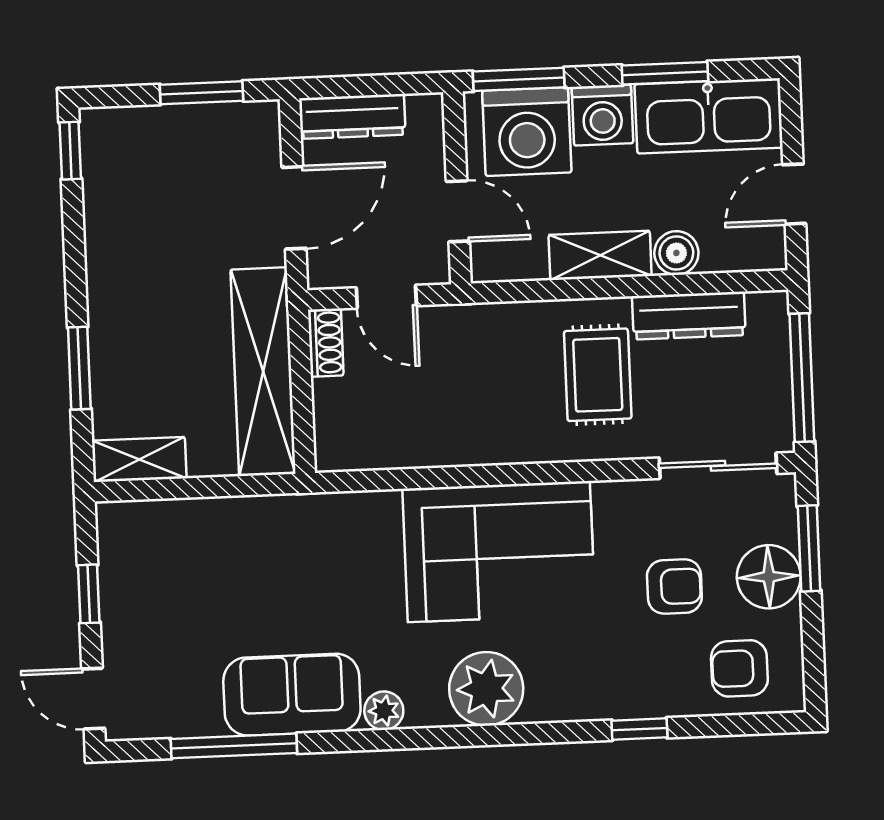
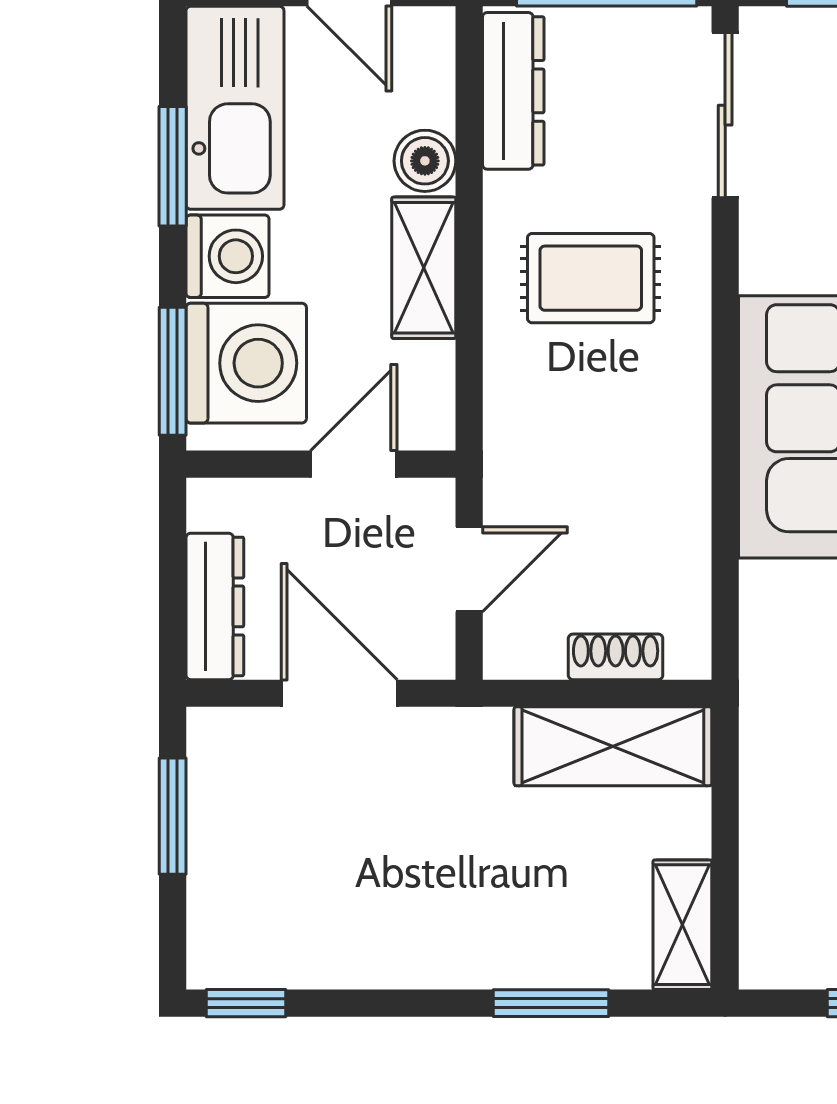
dresser: (689, 316) -> (513, 91), moved
shoe rack: (326, 343) -> (616, 657), moved
shelving: (263, 372) -> (613, 746), width x0.68

